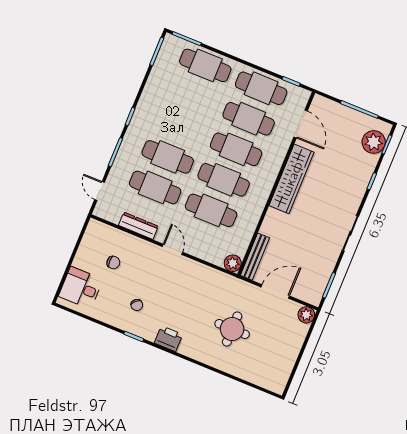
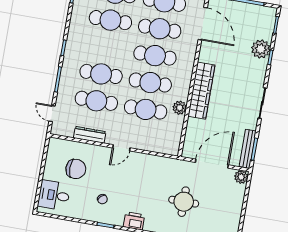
cafe table: (193, 96) -> (110, 20), added
door: (301, 124) -> (203, 24), width x1.36
plant: (374, 142) -> (261, 49), moved
wardrobe: (292, 179) -> (201, 91), moved
door: (172, 249) -> (121, 148), swing flipped
bench: (255, 257) -> (248, 149), moved
chair: (113, 262) -> (76, 169), width x1.87, depth x1.87
plant: (233, 263) -> (180, 108), moved
door: (275, 291) -> (212, 164), width x1.36

